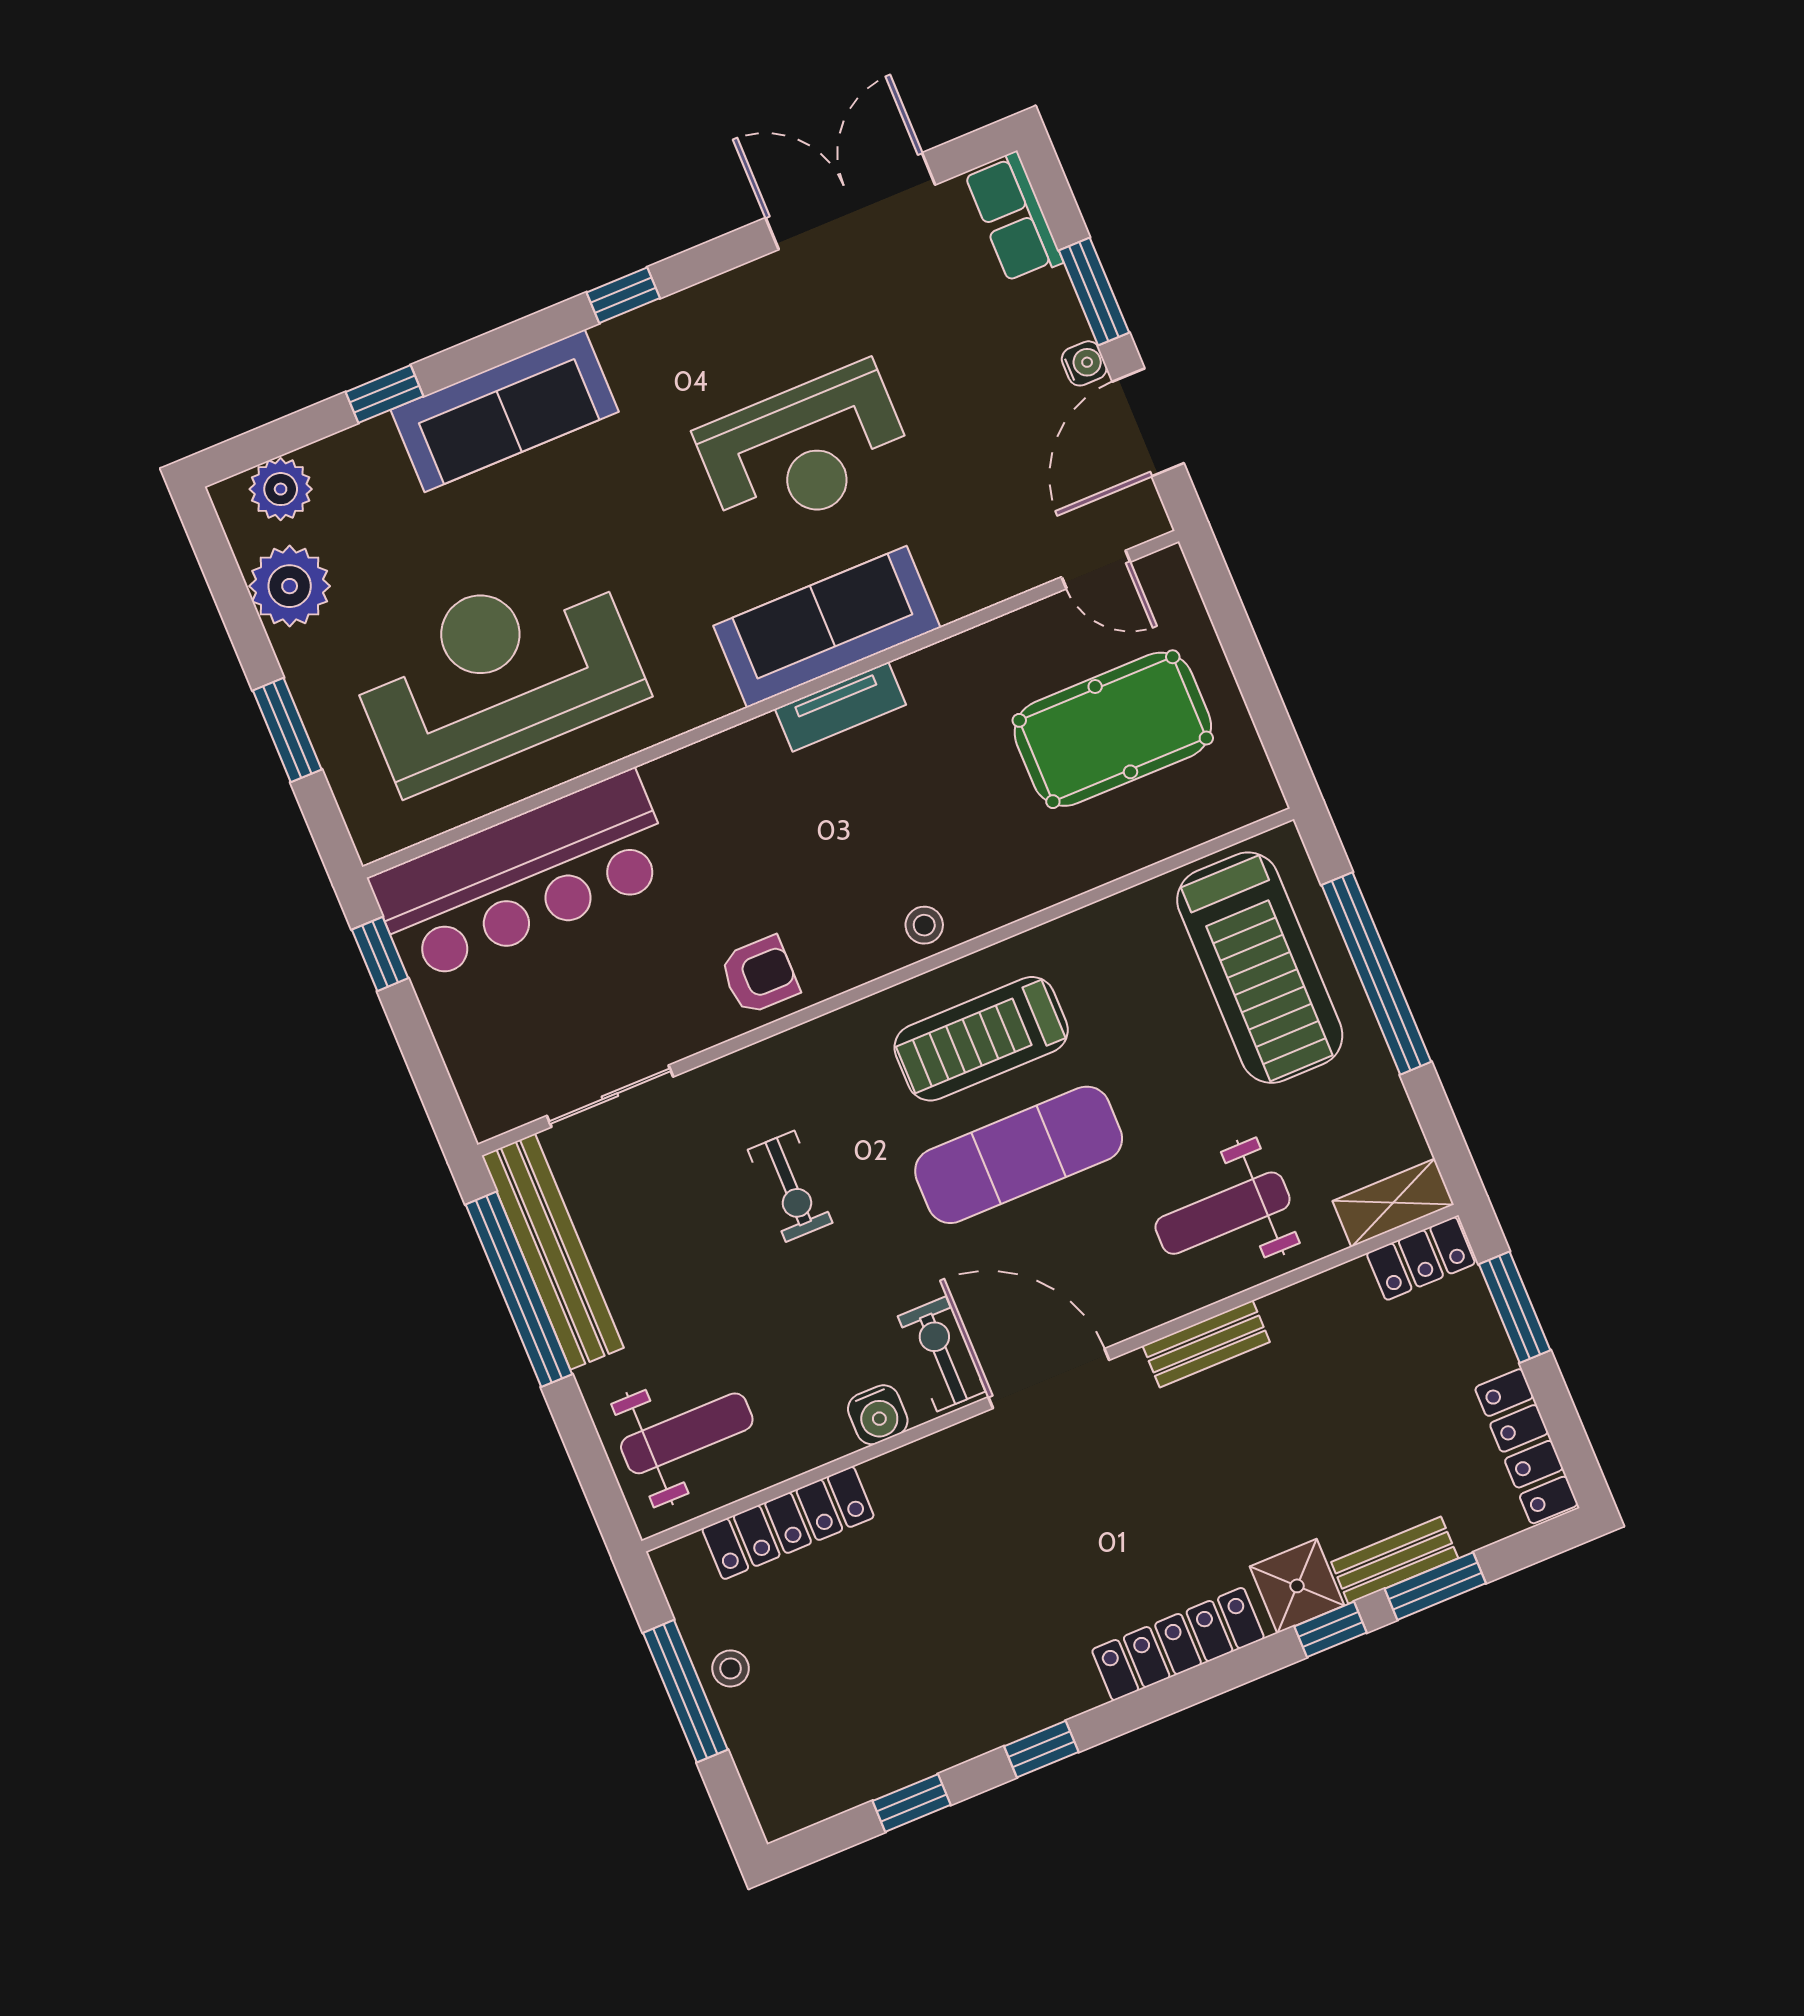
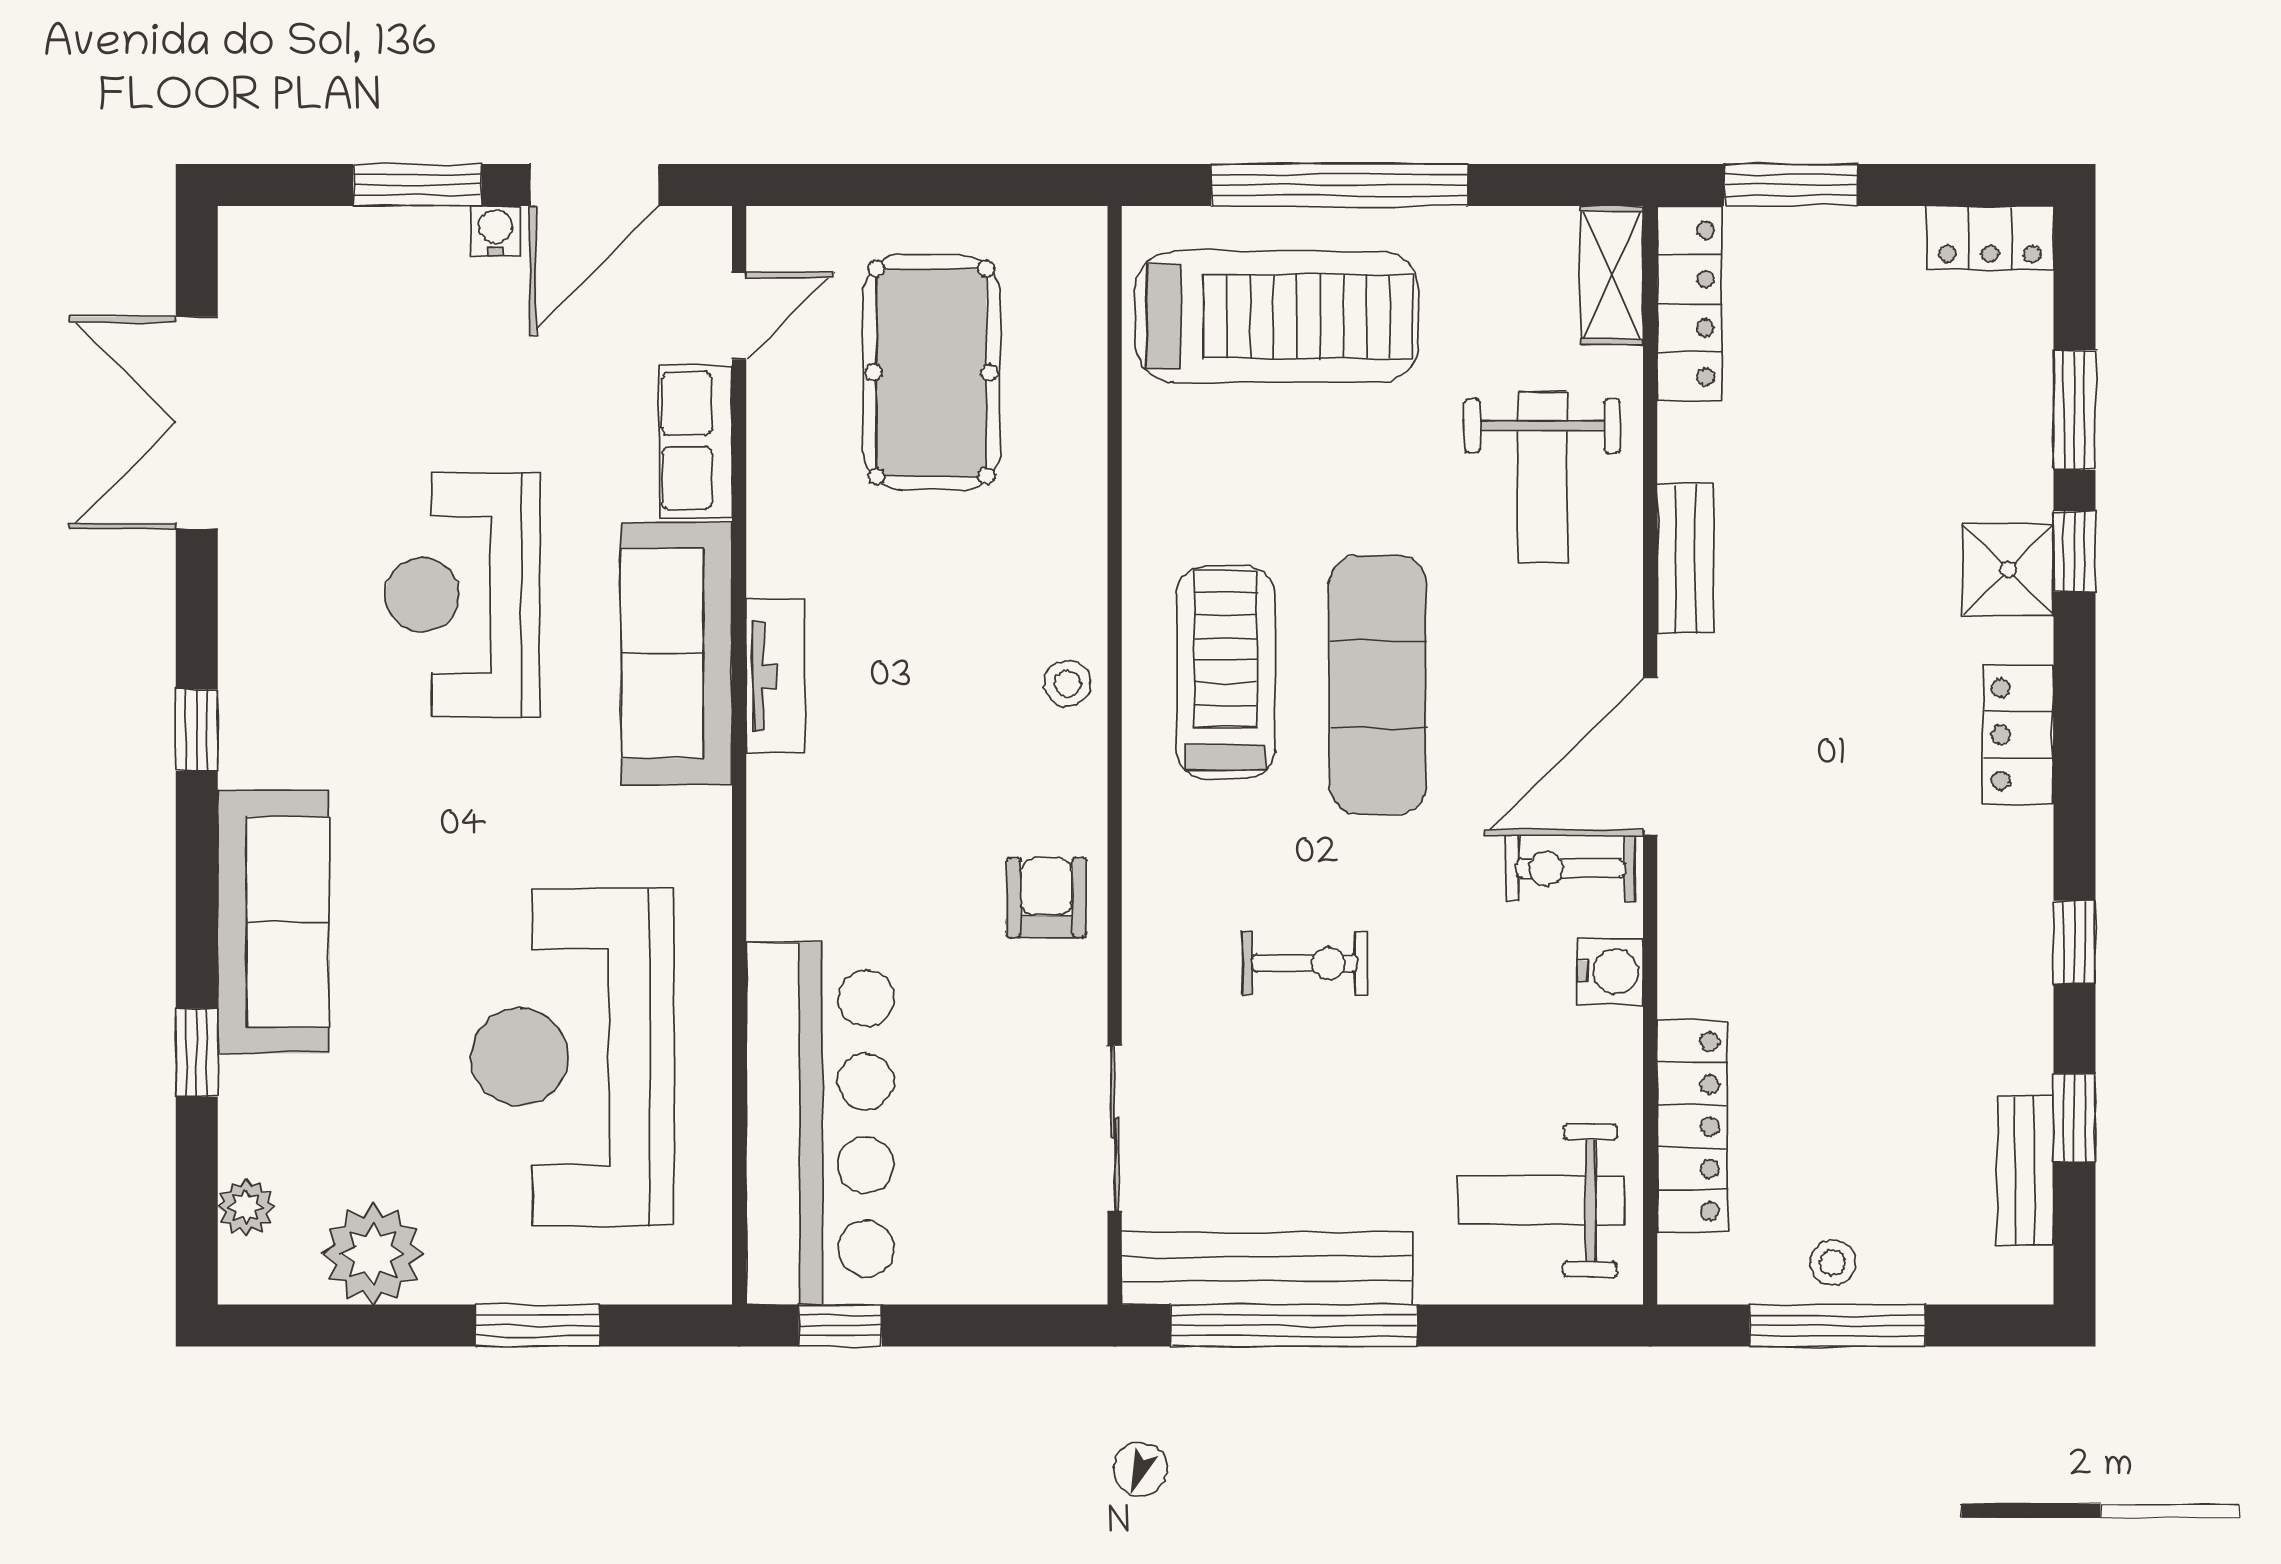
row of seats: (1014, 218) -> (696, 441), moved, turned 90
door: (1148, 422) -> (594, 185), hinge flipped
reception desk: (805, 450) -> (462, 595), turned 180
plant: (281, 489) -> (246, 1207), width x0.73, depth x0.73
treadmill: (981, 1039) -> (1226, 672), turned 180
locker: (1421, 1258) -> (1689, 304), width x1.53
weight bench: (687, 1433) -> (1540, 1201), turned -90
locker: (1526, 1446) -> (1990, 238), width x0.66
bench: (1395, 1560) -> (2025, 1170), moved
locker: (1178, 1644) -> (2018, 734), width x0.66

